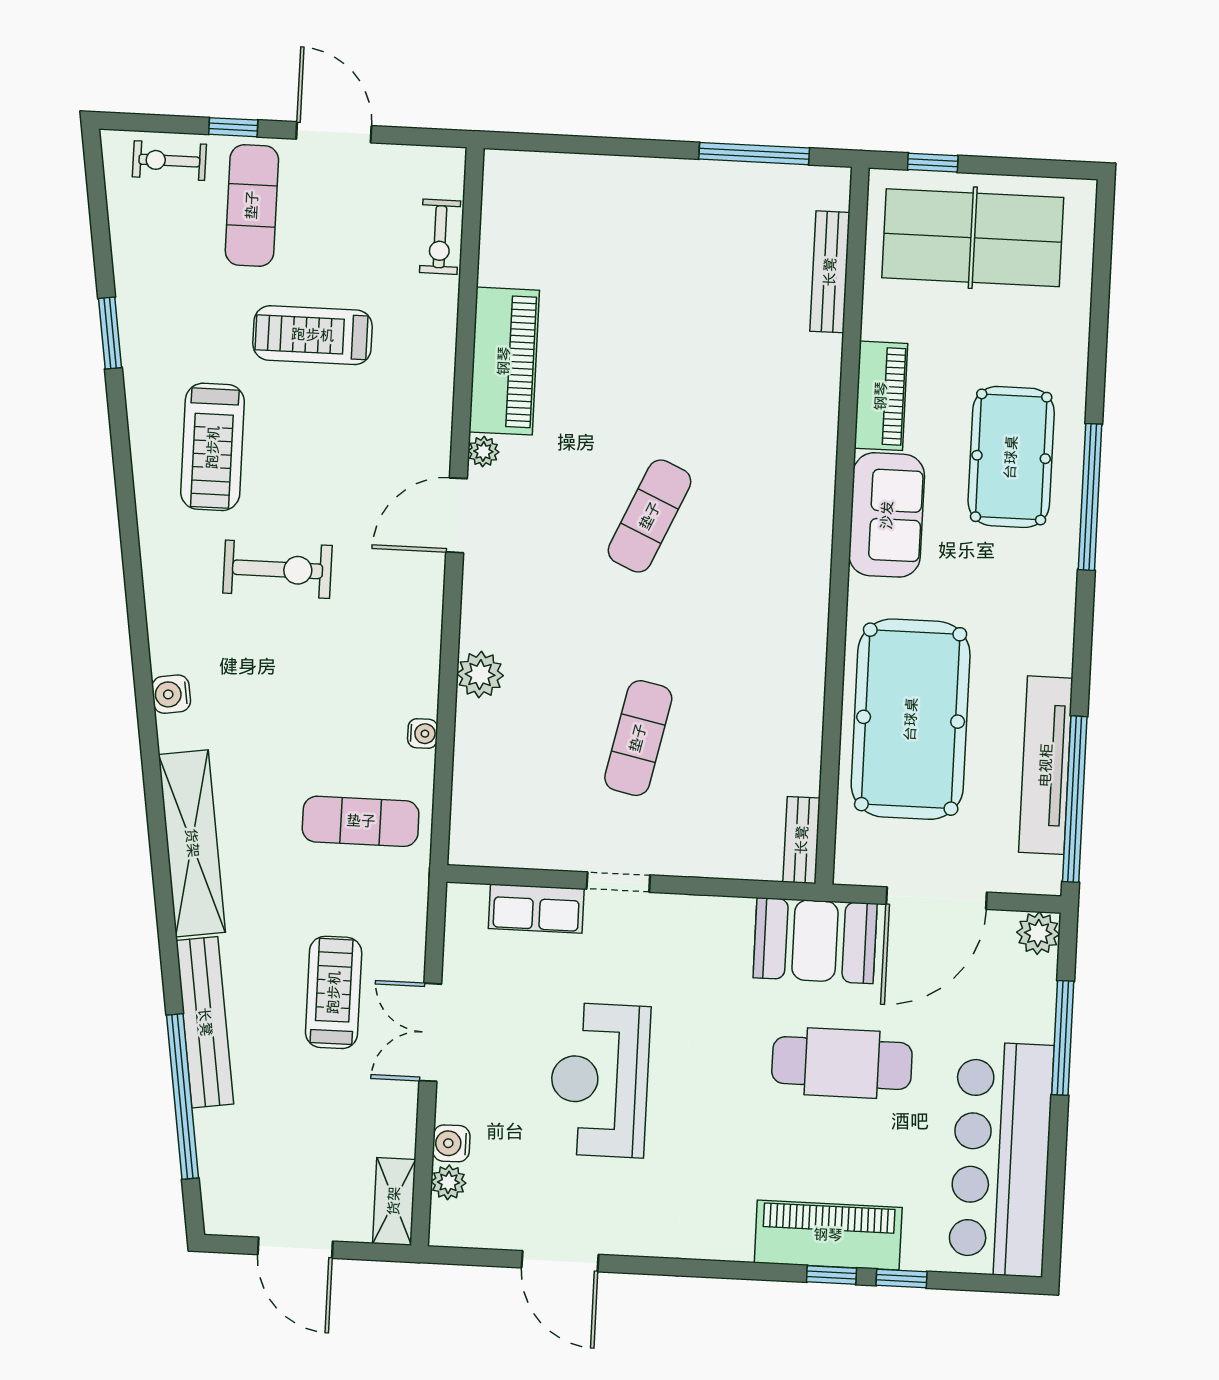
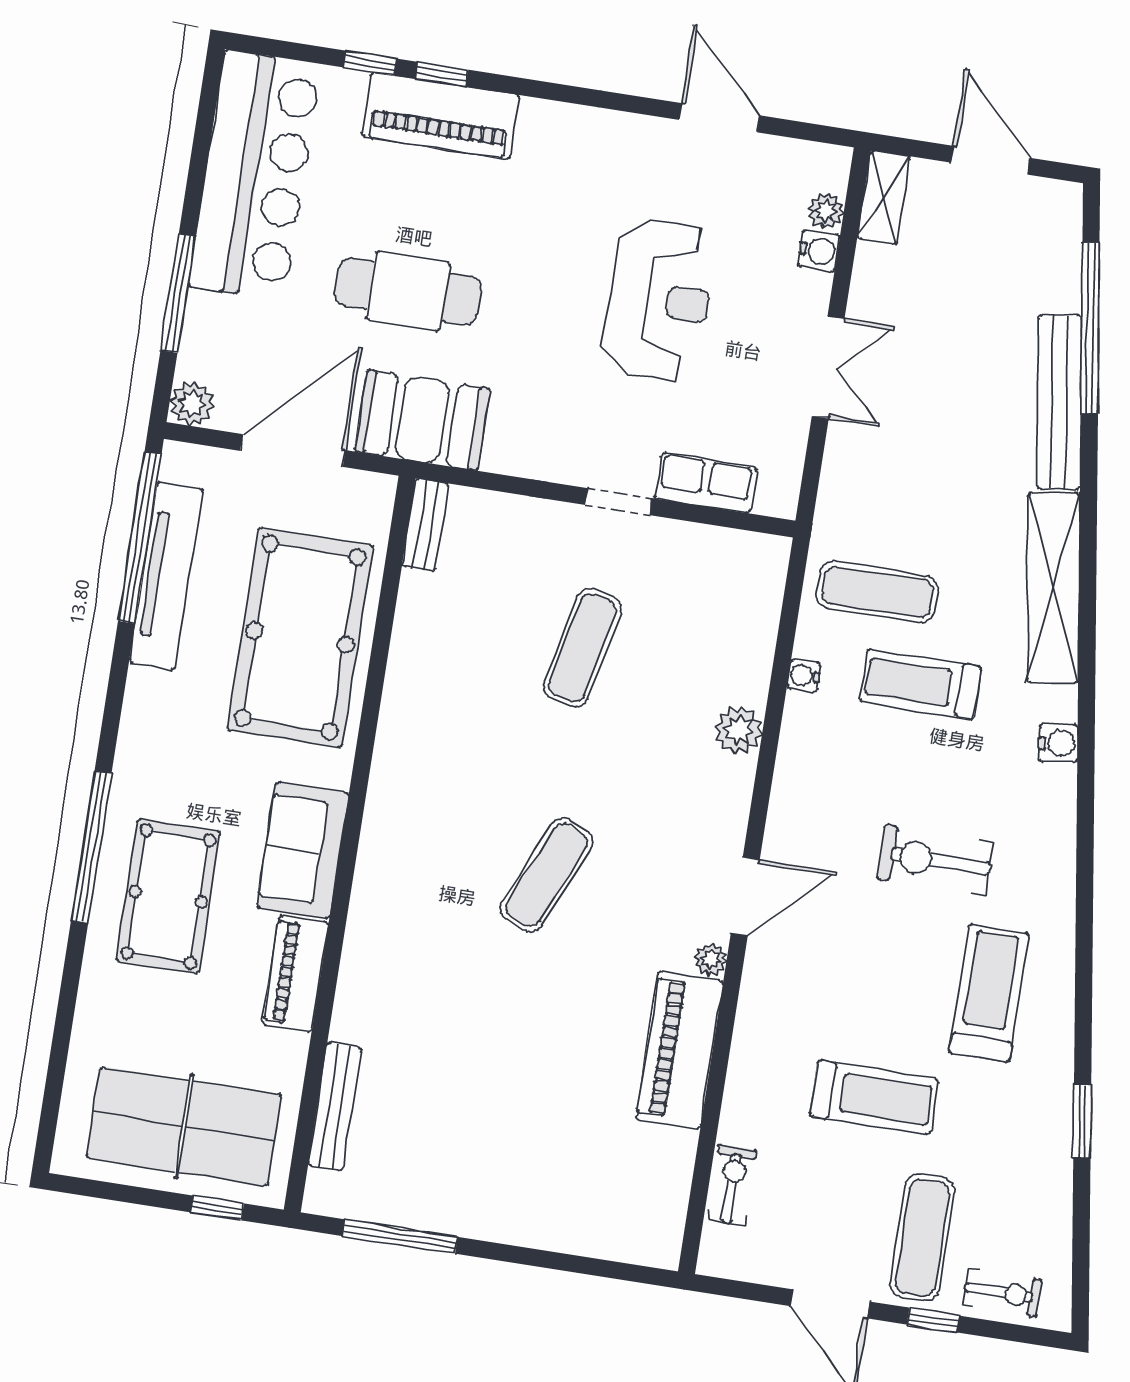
treadmill: (334, 992) -> (920, 684), moved, turned 90

